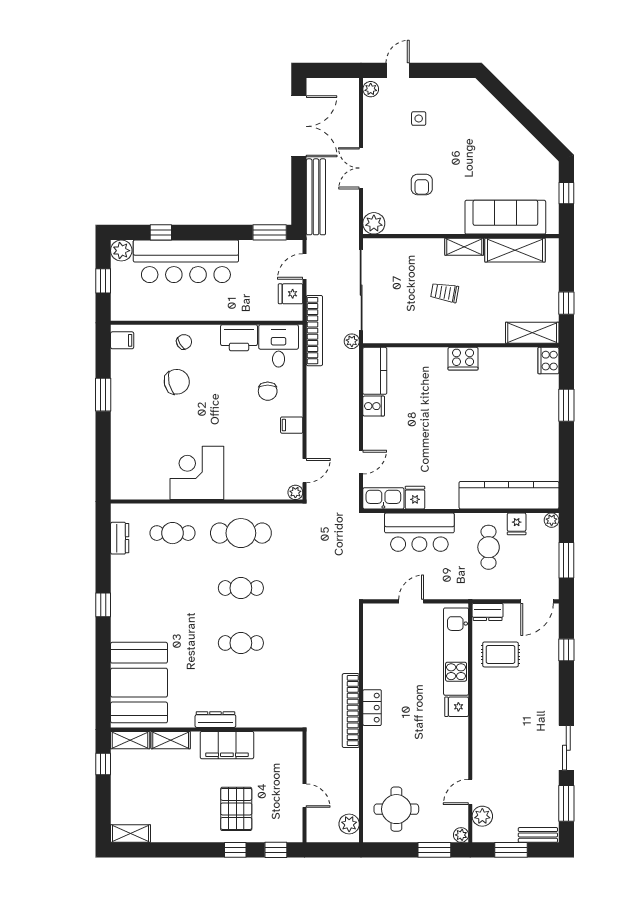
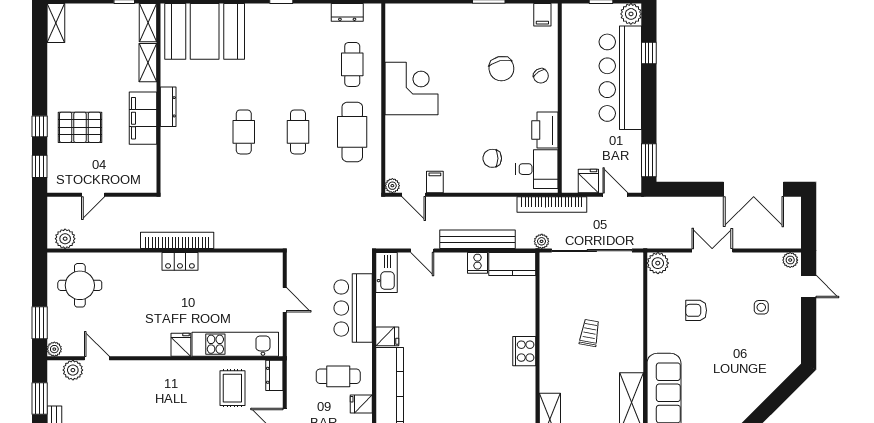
bench: (316, 197) -> (478, 239), moved
shelving: (464, 247) -> (635, 352), removed
filing cabinet: (292, 425) -> (435, 182), moved
fridge: (415, 498) -> (387, 336), moved

